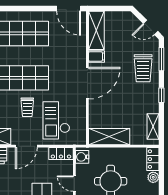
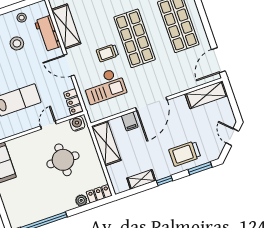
door: (151, 27) -> (232, 137), moved
filing cabinet: (97, 57) -> (130, 121), moved
door: (87, 83) -> (151, 104), hinge flipped
checkout: (56, 120) -> (104, 86), turned 180
shelving: (153, 127) -> (141, 179), moved

